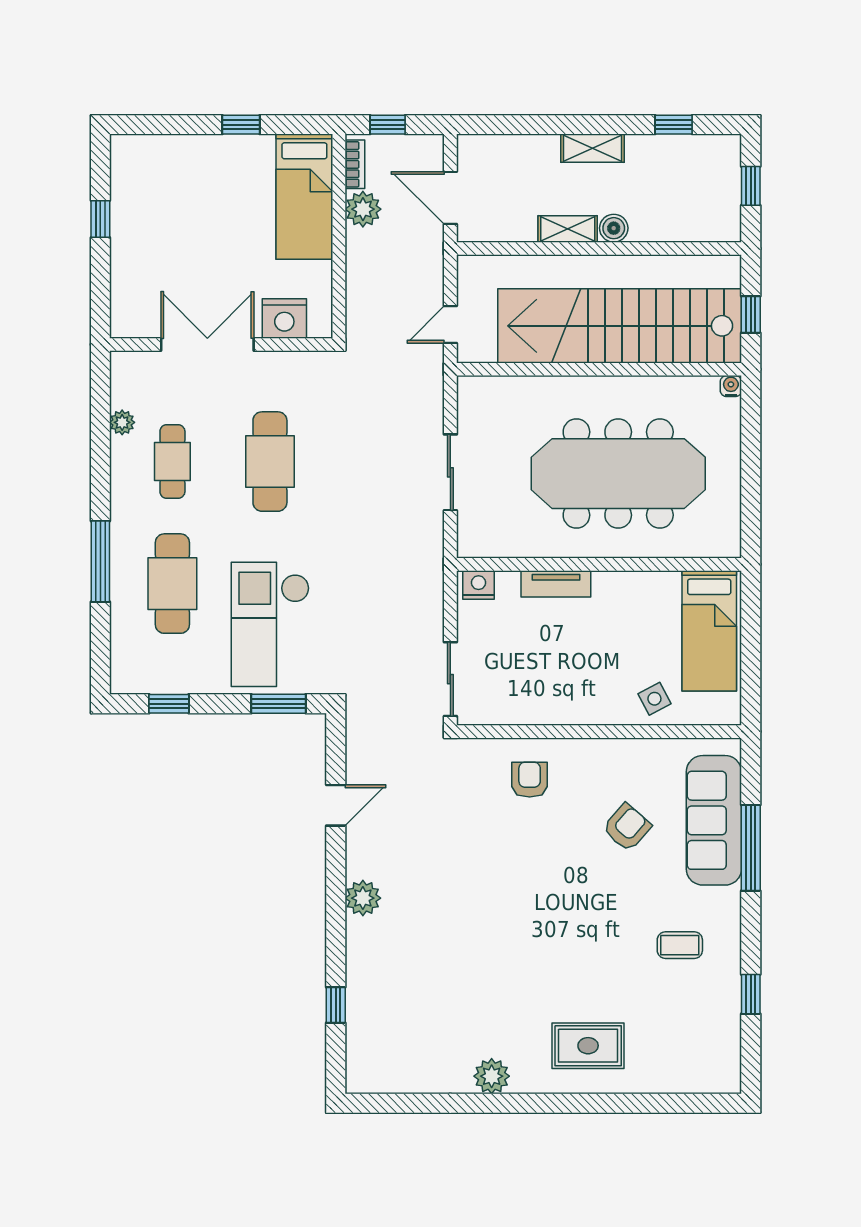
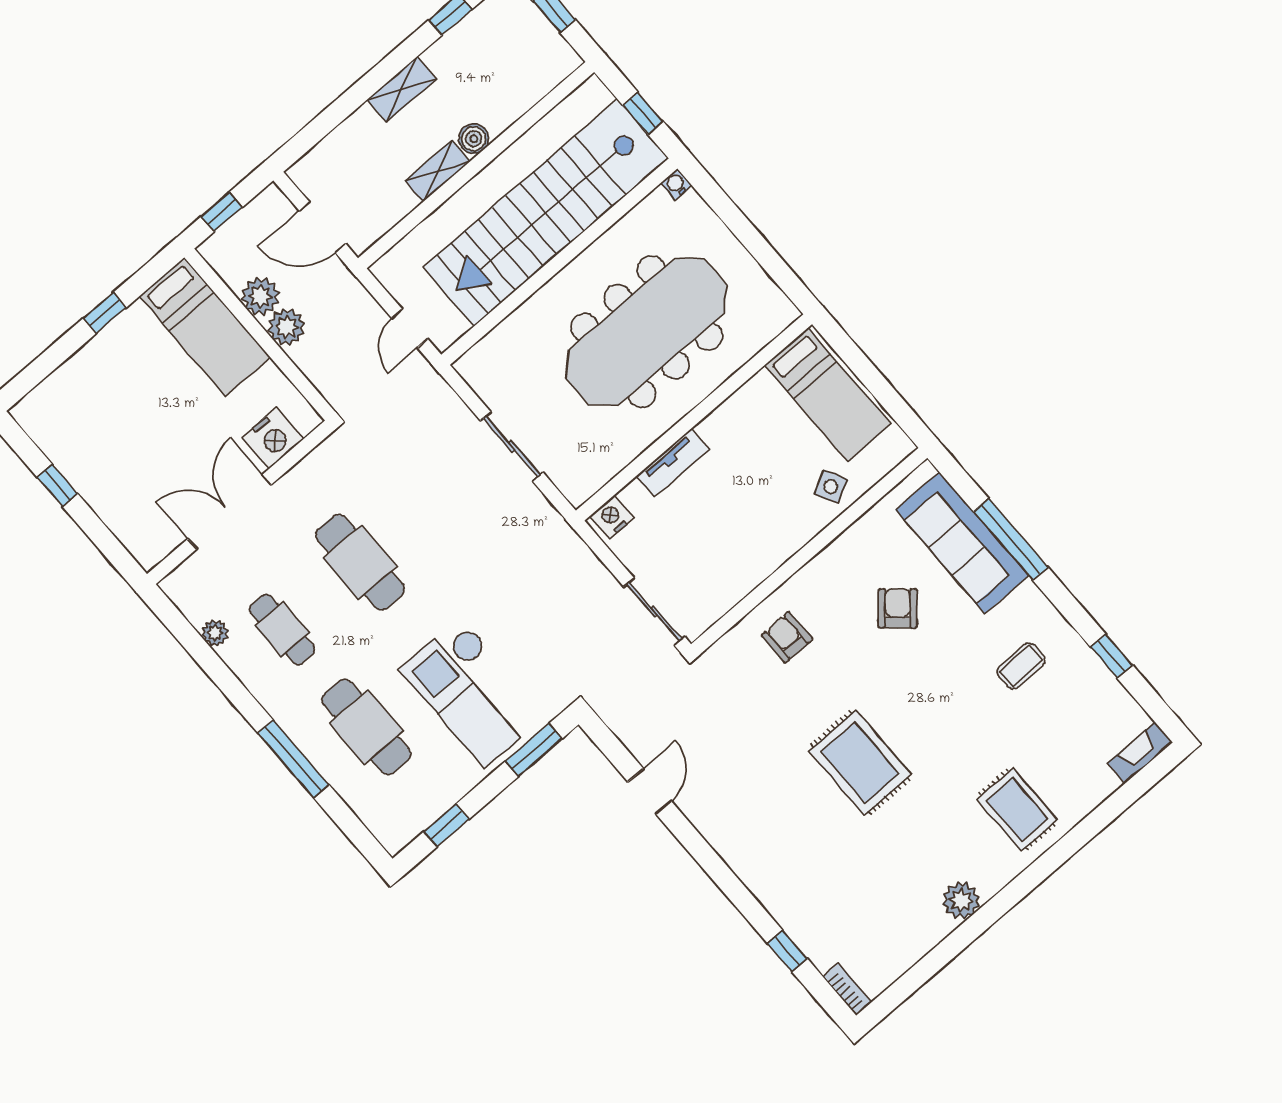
bookcase: (355, 164) -> (847, 989), moved
plant: (363, 898) -> (287, 327), moved
rug: (504, 915) -> (860, 763), added
rug: (588, 1046) -> (1017, 810), turned 90
fireplace: (711, 1081) -> (1140, 753), added

